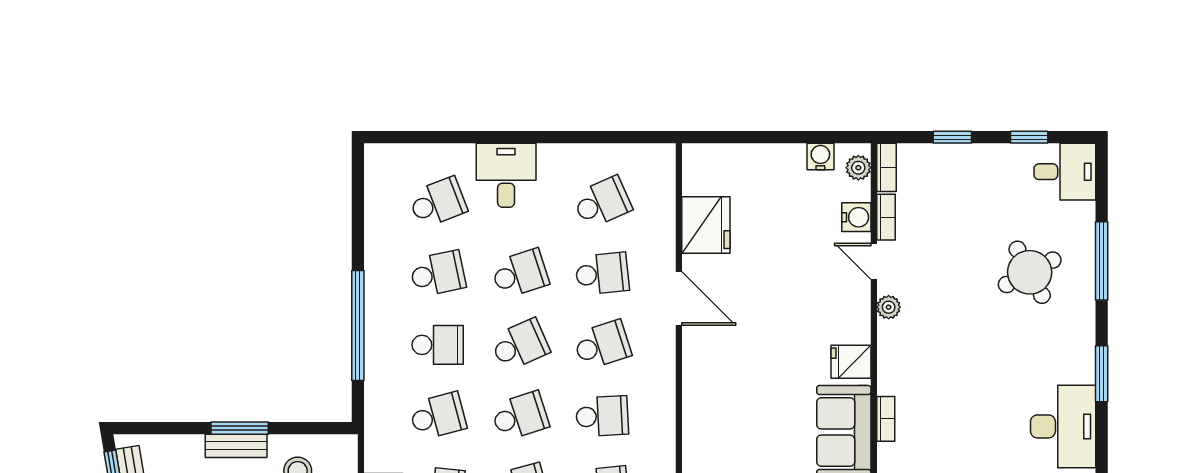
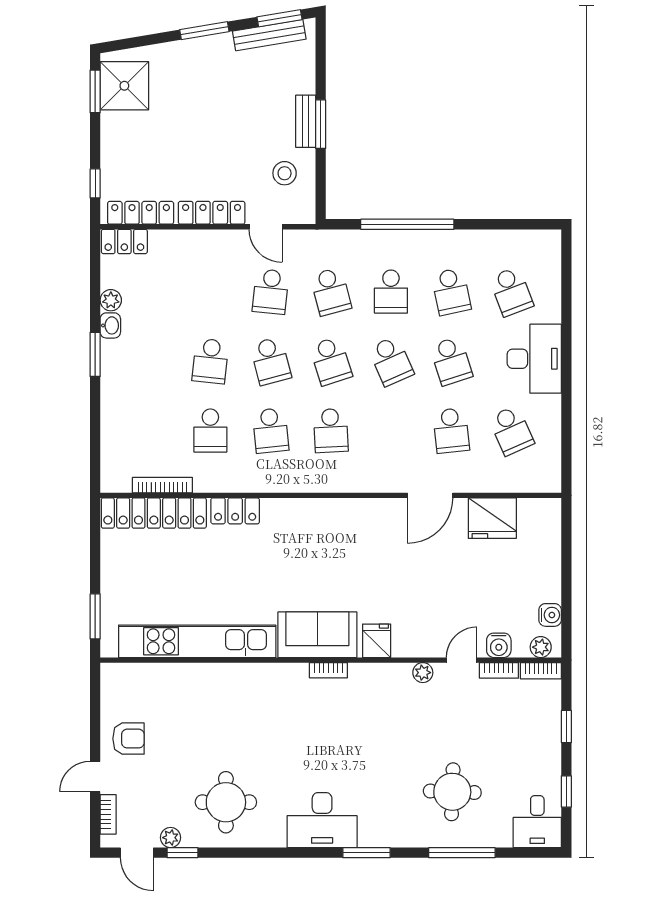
desk: (506, 175) -> (534, 359), width x1.37
round table: (1030, 272) -> (452, 792), turned 30
school desk: (602, 345) -> (391, 431), removed

